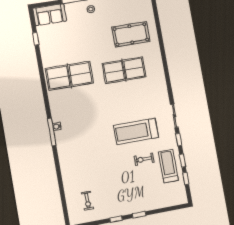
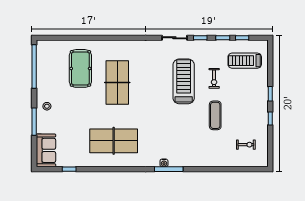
table tennis table: (69, 76) -> (114, 141), turned 90
treadmill: (136, 131) -> (184, 81), turned 180
treadmill: (168, 166) -> (245, 61), moved
exercise mat: (110, 167) -> (215, 115), added

